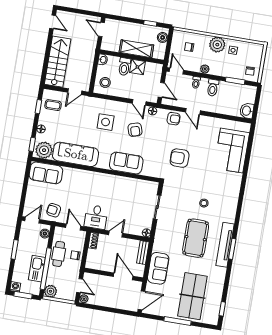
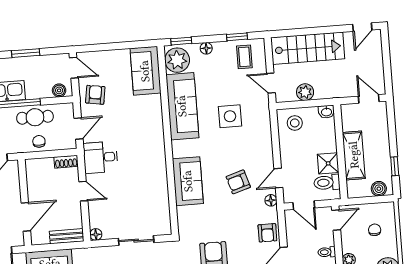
door: (101, 29) -> (369, 99), hinge flipped
toilet: (124, 67) -> (327, 183), moved
plant: (86, 71) -> (305, 92), added
door: (161, 90) -> (304, 205), hinge flipped
side table: (106, 122) -> (230, 116), moved

